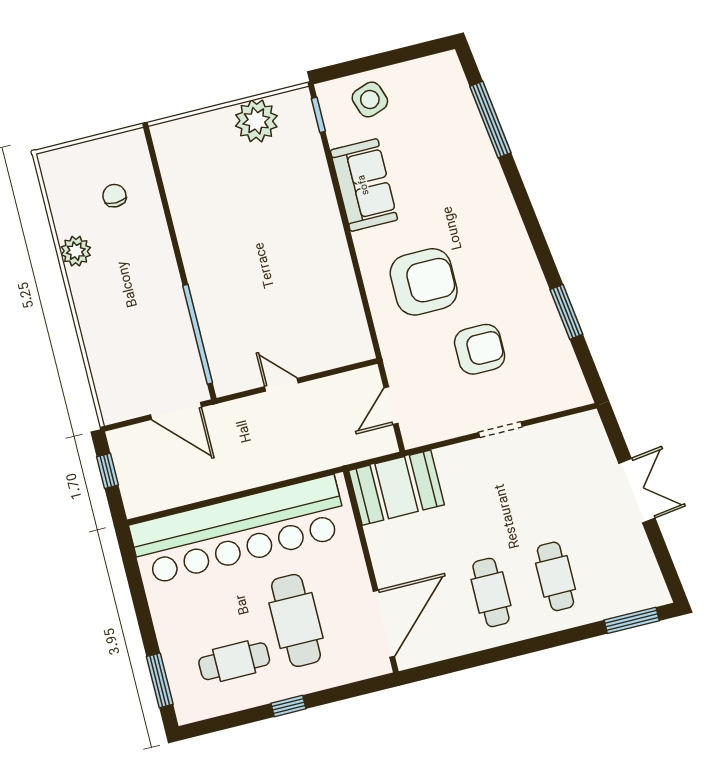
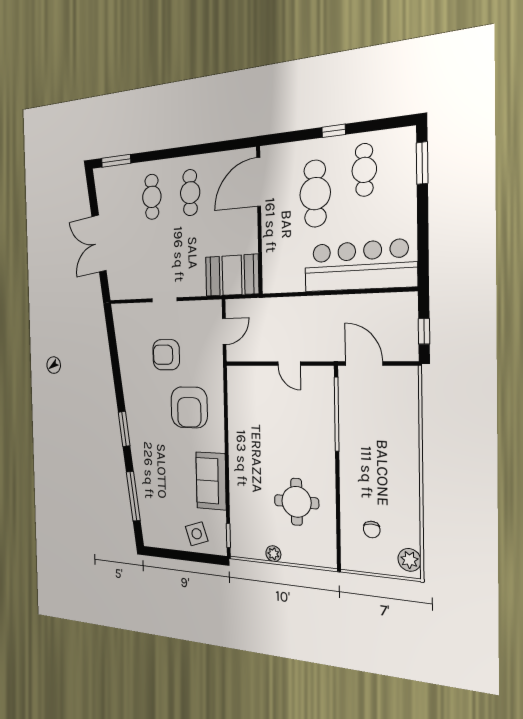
plant: (256, 121) -> (273, 554), width x0.53, depth x0.53
round table: (227, 198) -> (297, 502), added
plant: (76, 251) -> (409, 560), moved
armchair: (424, 282) -> (189, 407), turned -90
window: (566, 312) -> (124, 429), moved
double door: (637, 491) -> (99, 244), width x1.37
bar counter: (239, 530) -> (360, 266), width x0.73
cafe table: (234, 661) -> (364, 170), turned 90

